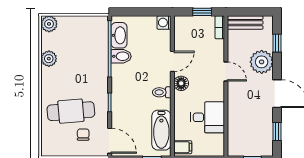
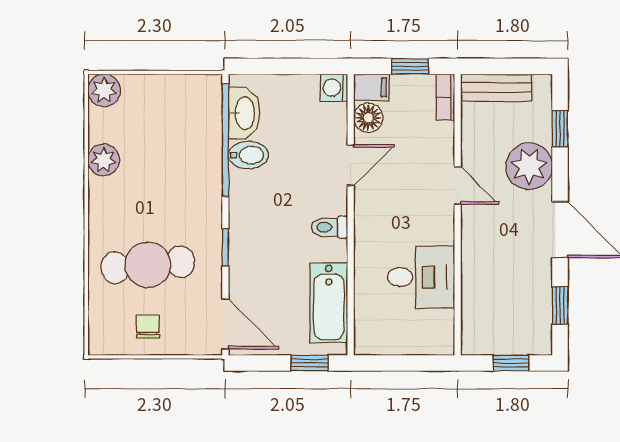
floor lamp: (181, 83) -> (368, 118), moved
chair: (83, 135) -> (148, 327), moved
filing cabinet: (183, 147) -> (371, 87), moved

